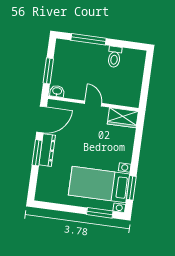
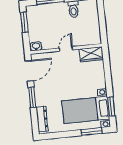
window: (48, 71) -> (24, 22), moved
door: (93, 103) -> (66, 49), hinge flipped
dresser: (47, 150) -> (42, 119), moved

